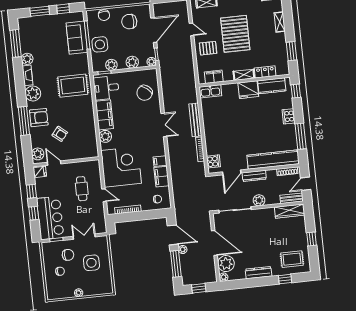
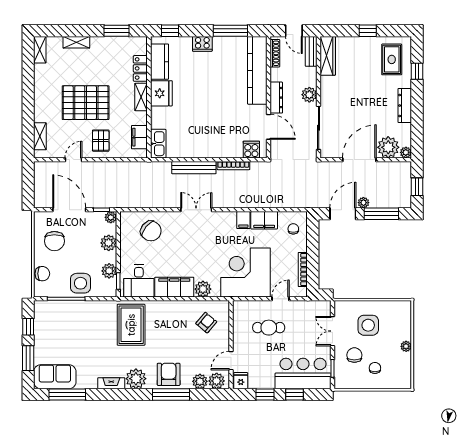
sofa: (77, 38) -> (55, 377), moved, turned 180
plant: (27, 59) -> (200, 381), moved
armchair: (60, 134) -> (206, 323), moved

